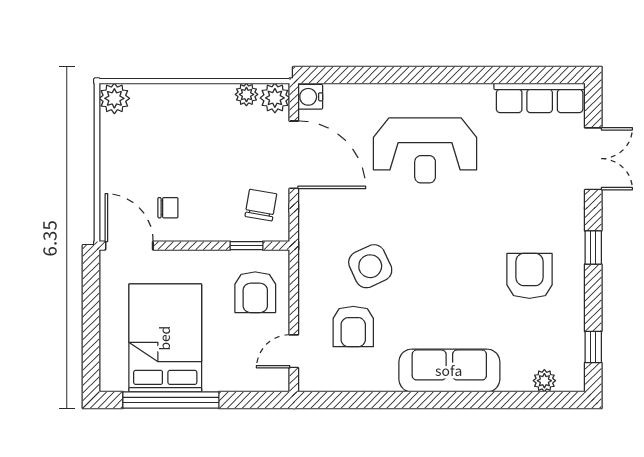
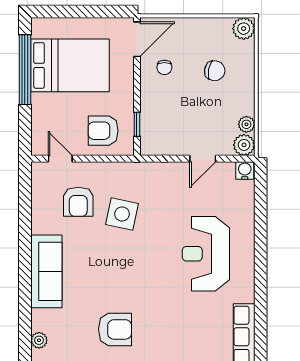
door: (294, 155) -> (203, 159), width x0.53
chair: (261, 205) -> (215, 71), moved
side table: (370, 266) -> (122, 214), turned 37
armchair: (353, 327) -> (78, 202), turned -90

